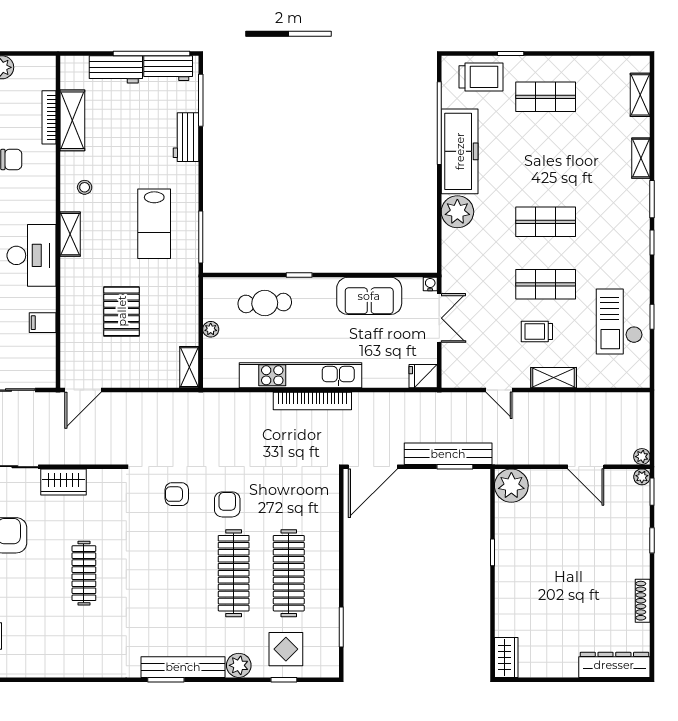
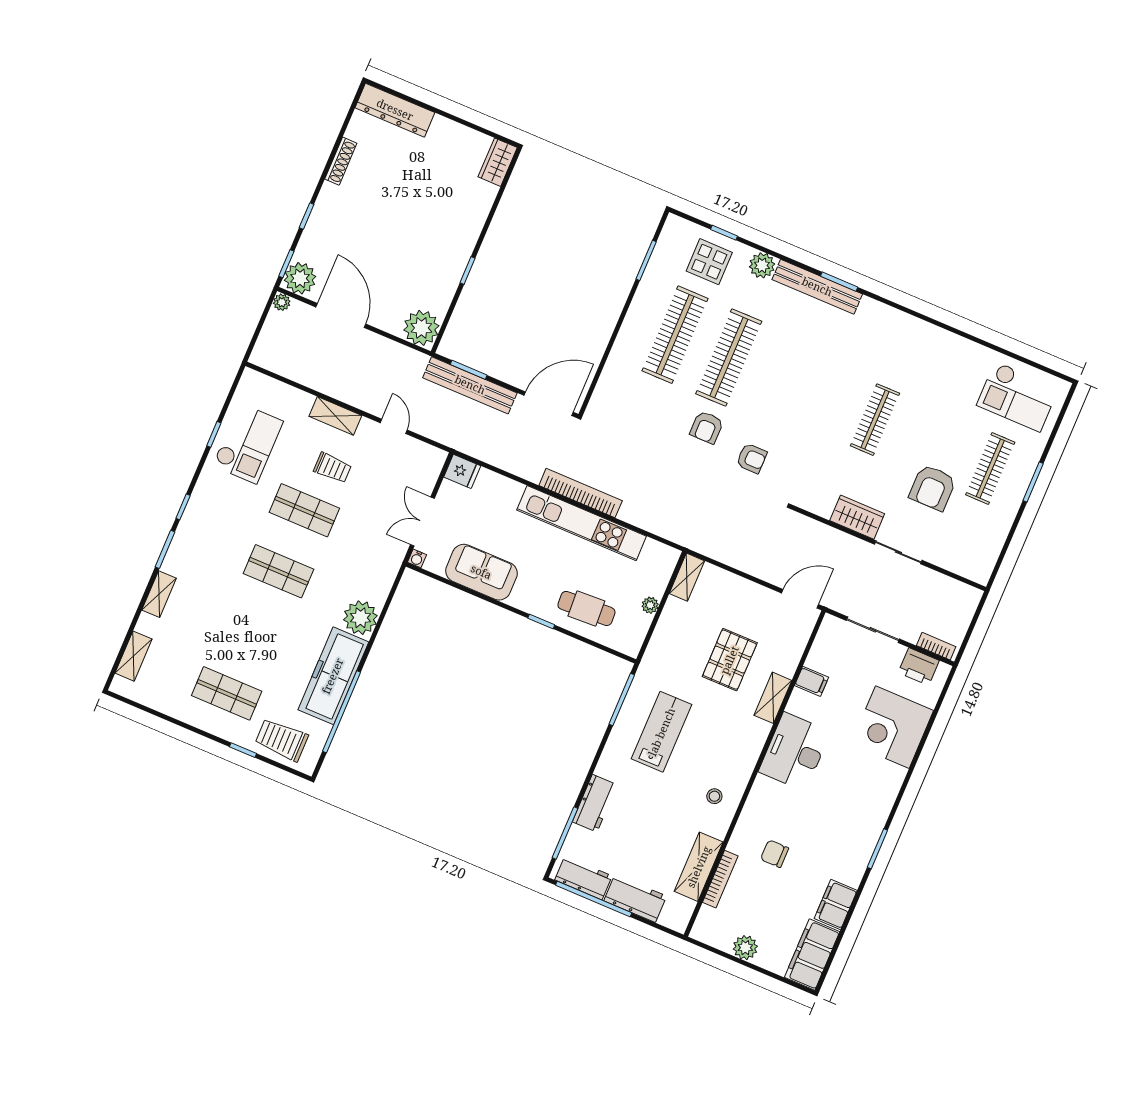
shelving: (70, 234) -> (773, 698), moved
door: (586, 467) -> (341, 316), width x1.36
plant: (642, 477) -> (300, 278), width x1.88, depth x1.88

